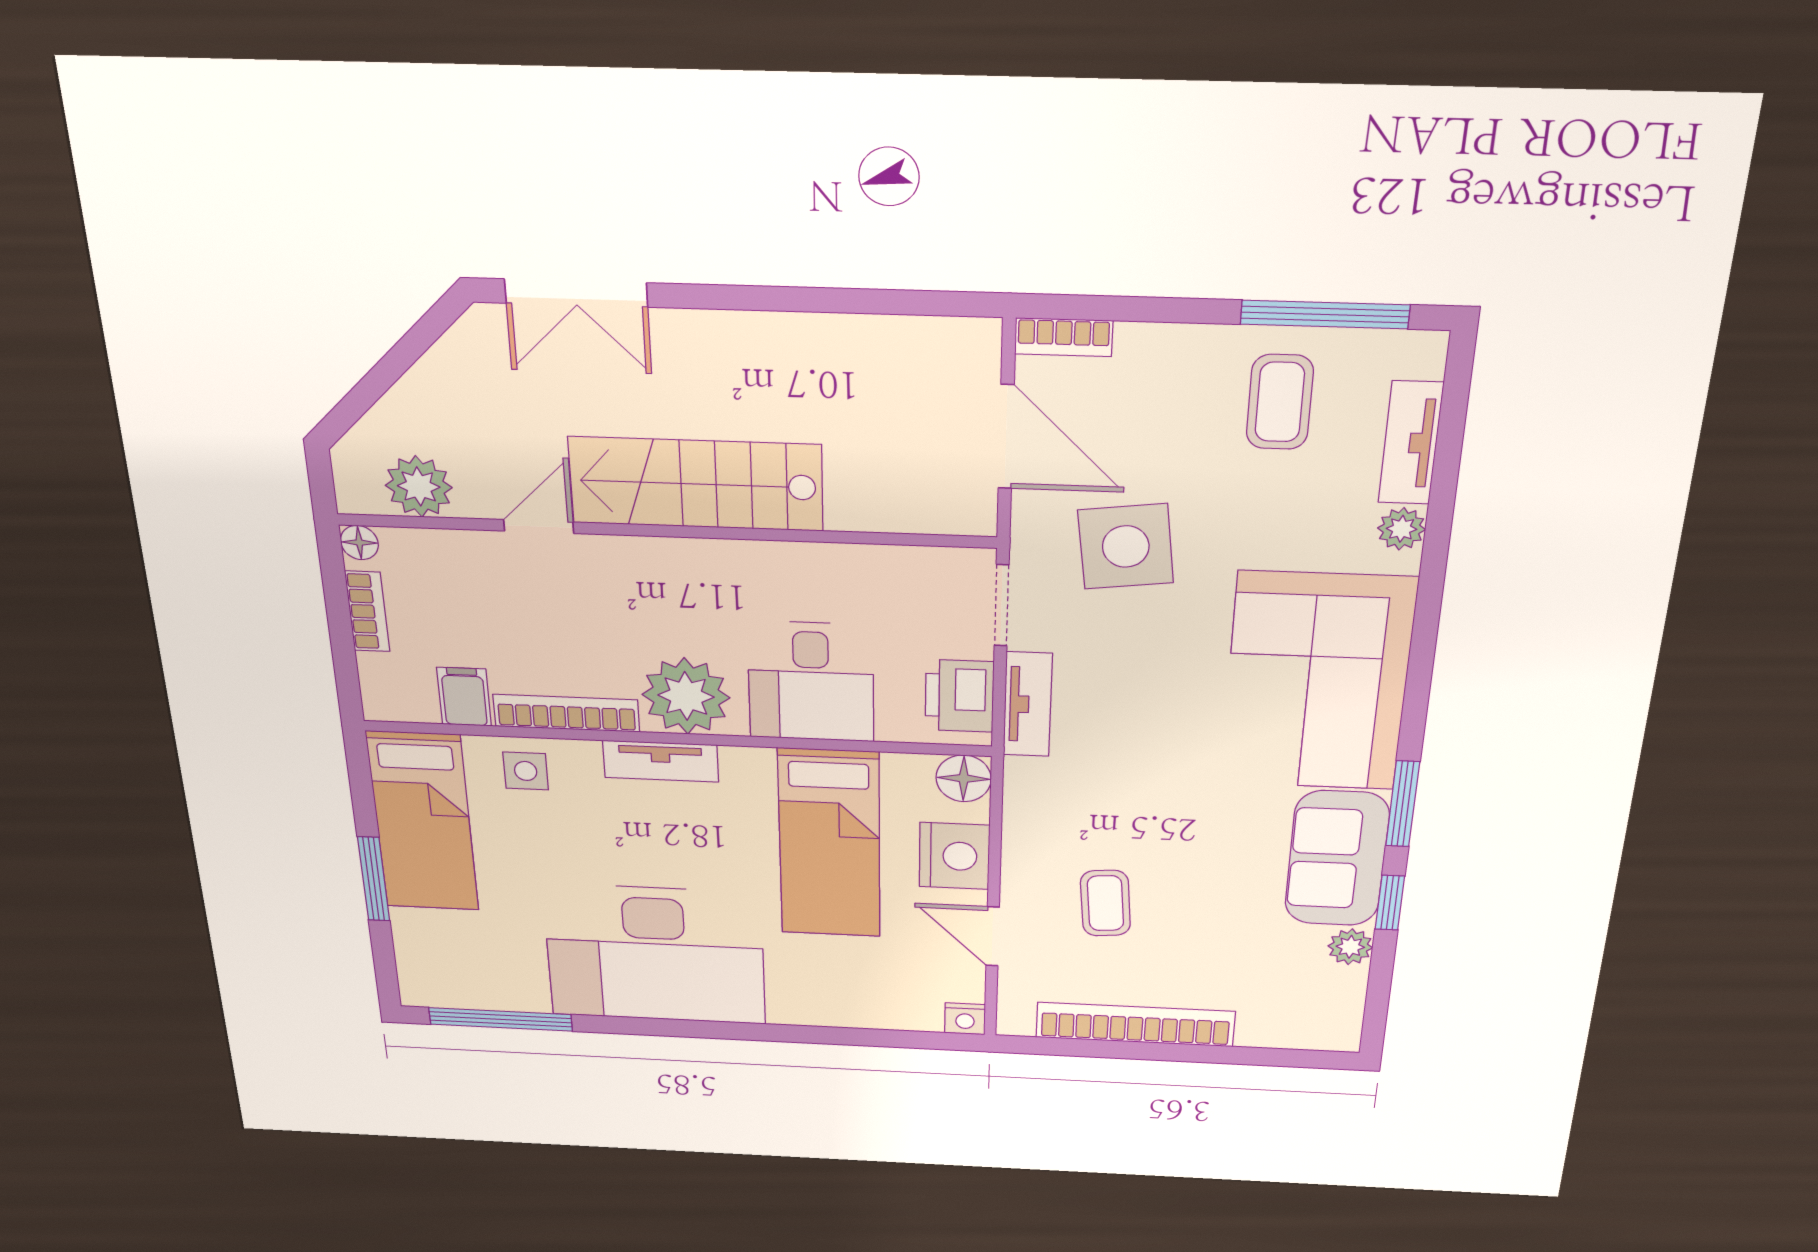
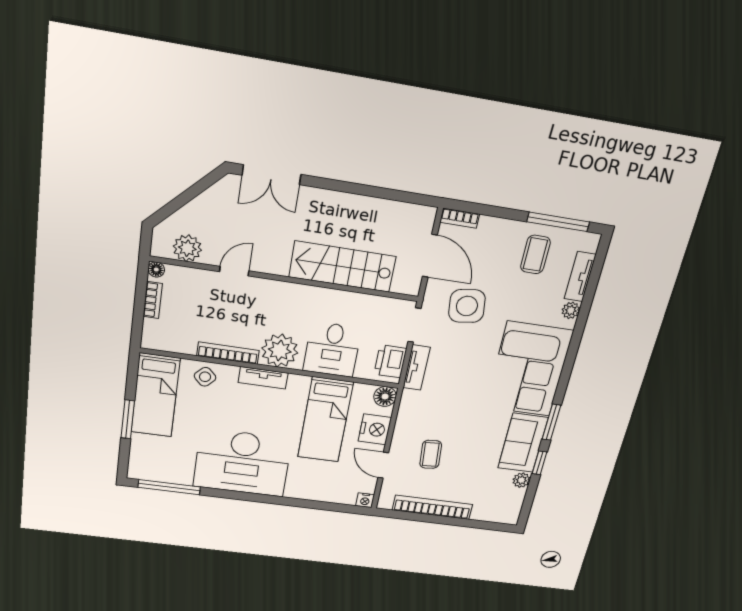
stairs: (696, 484) -> (342, 267), moved
filing cabinet: (464, 697) -> (186, 342), removed
side table: (526, 771) -> (205, 377), turned 45

